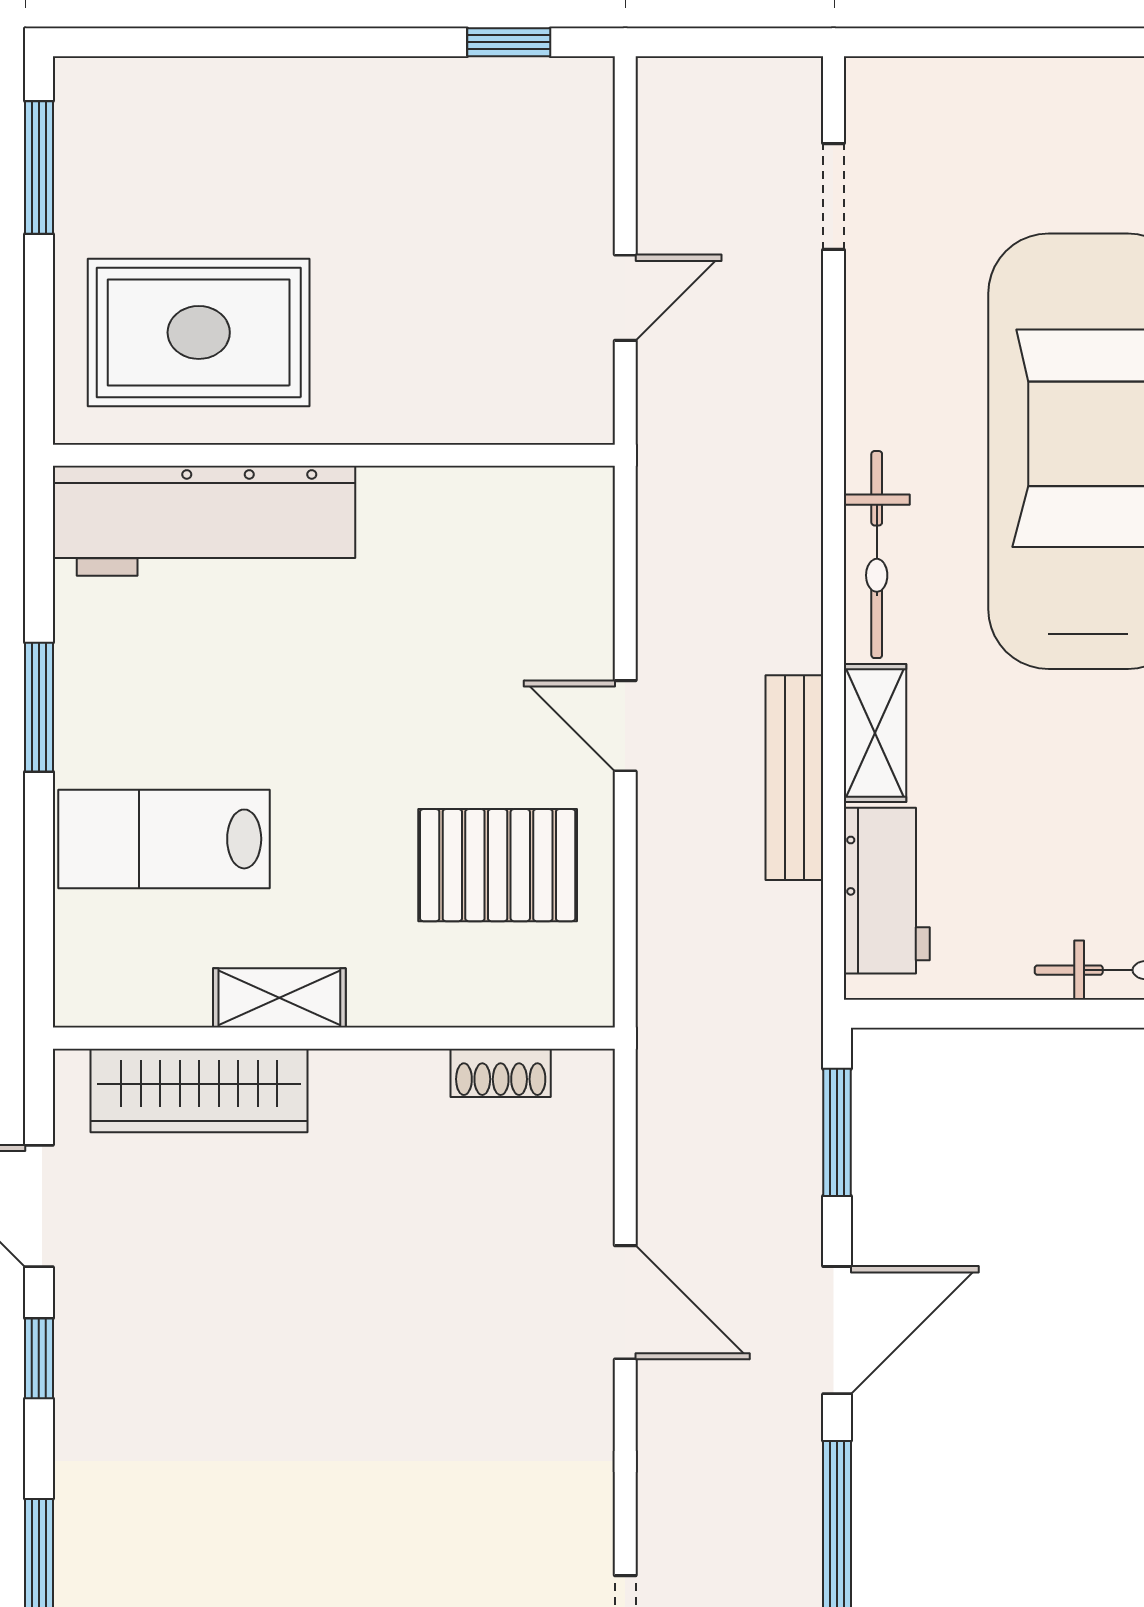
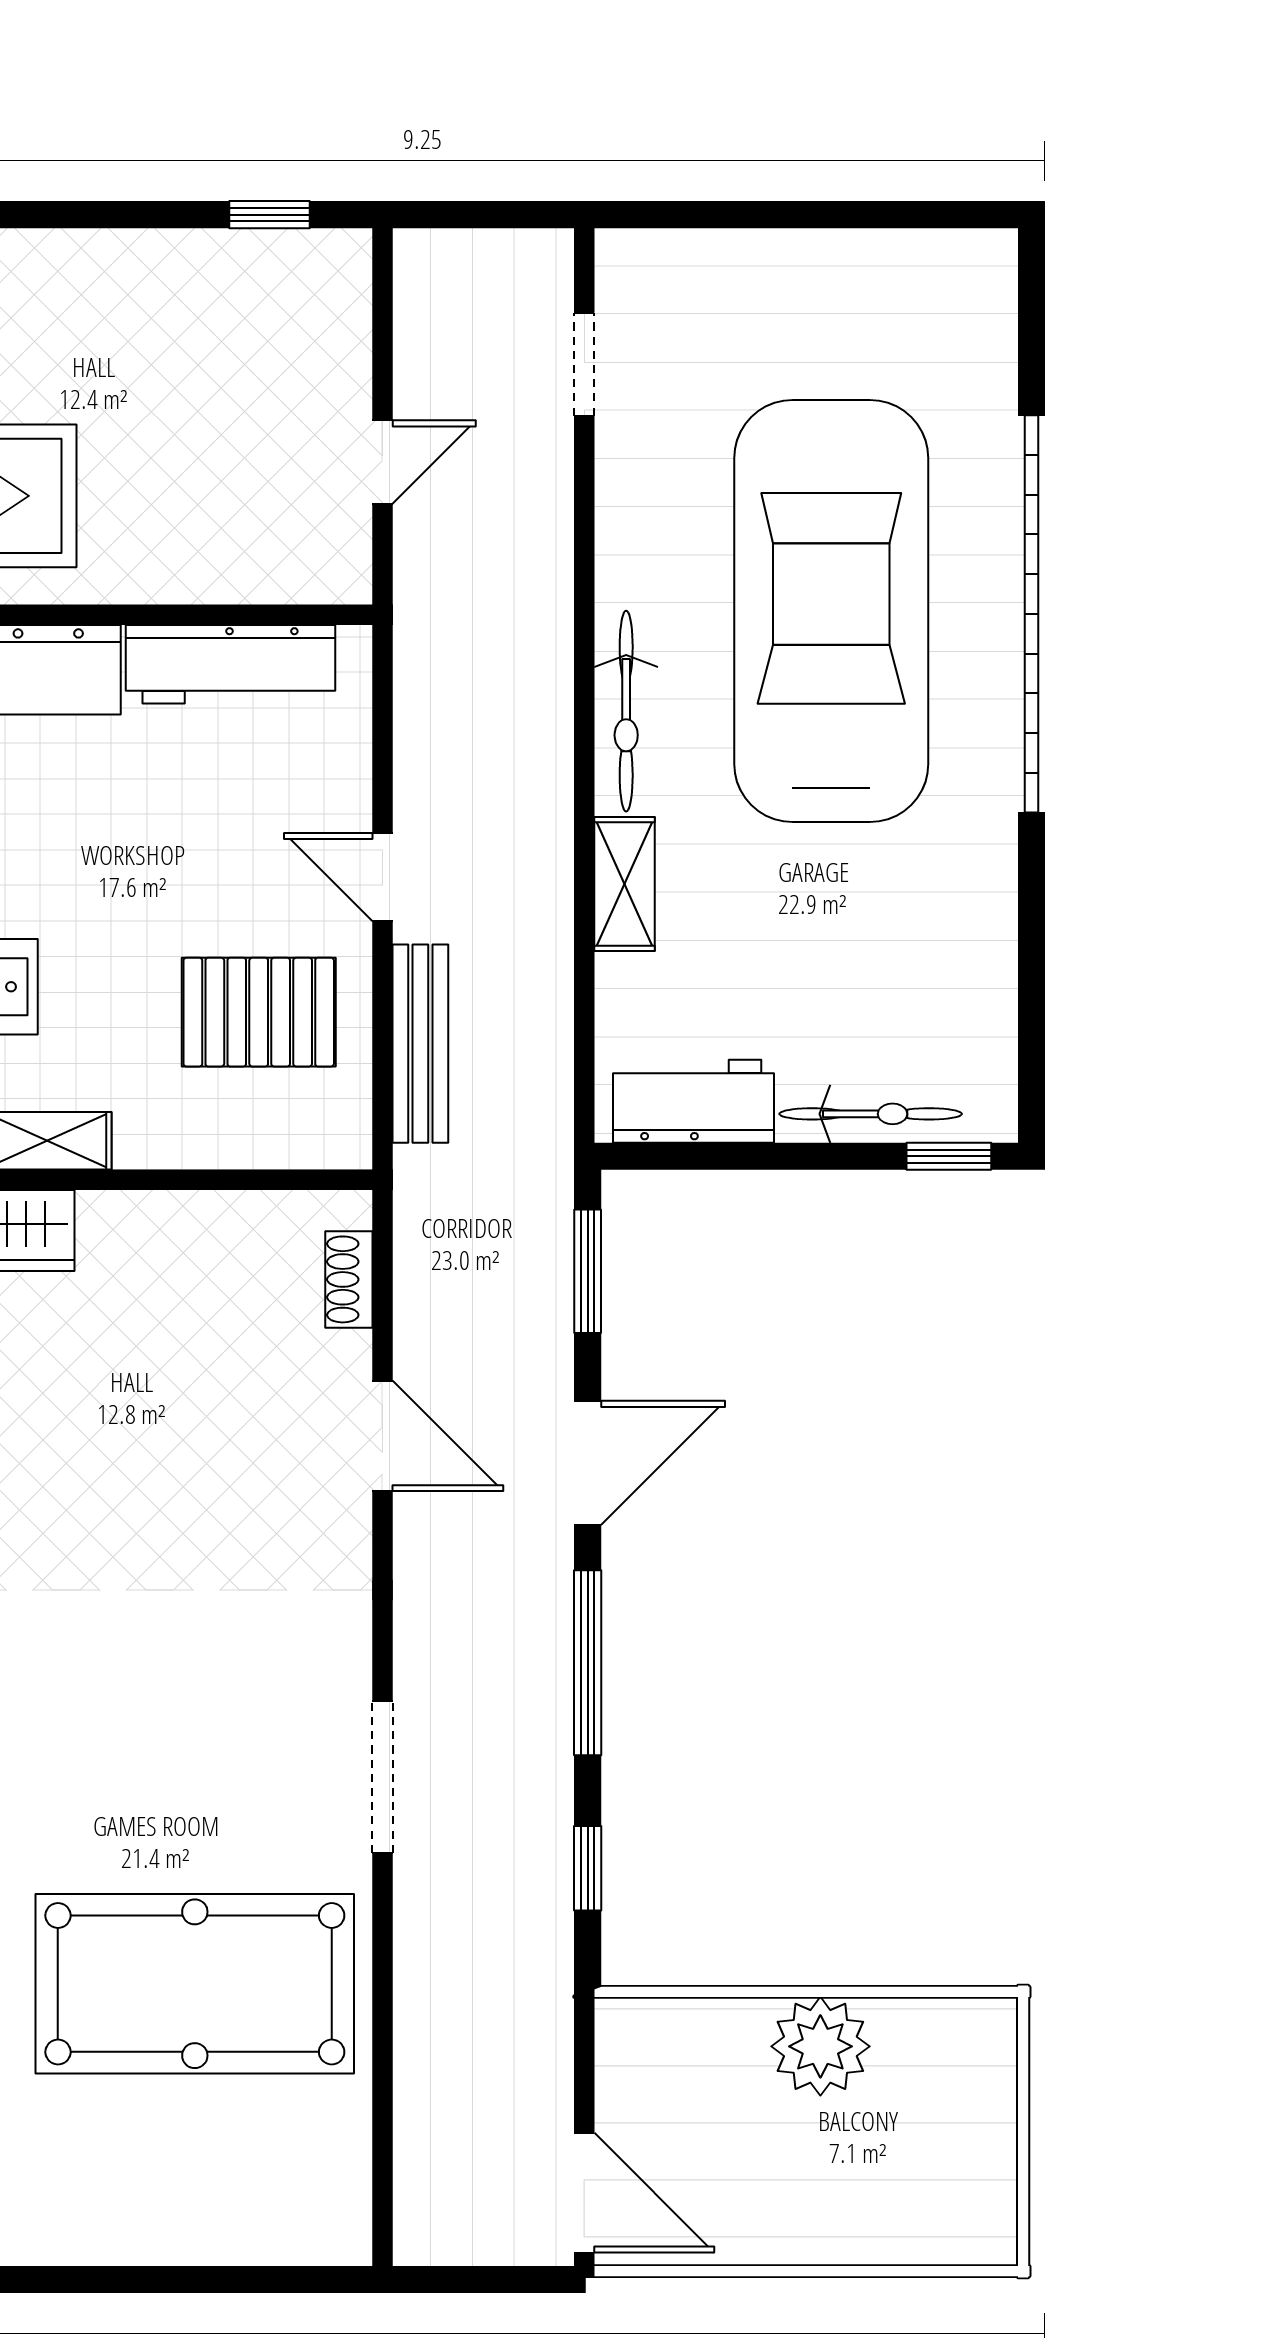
workbench: (469, 506) -> (231, 664), added
bench: (794, 778) -> (420, 1044), moved
workbench: (887, 891) -> (694, 1101), moved, turned -90
shoe rack: (501, 1073) -> (349, 1279), moved, turned 90

